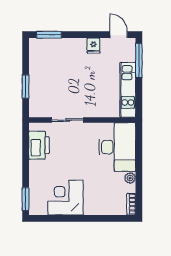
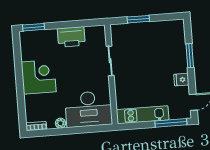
window: (49, 35) -> (190, 56), moved
printer: (39, 145) -> (71, 37), moved
corner desk: (66, 198) -> (39, 77), moved

